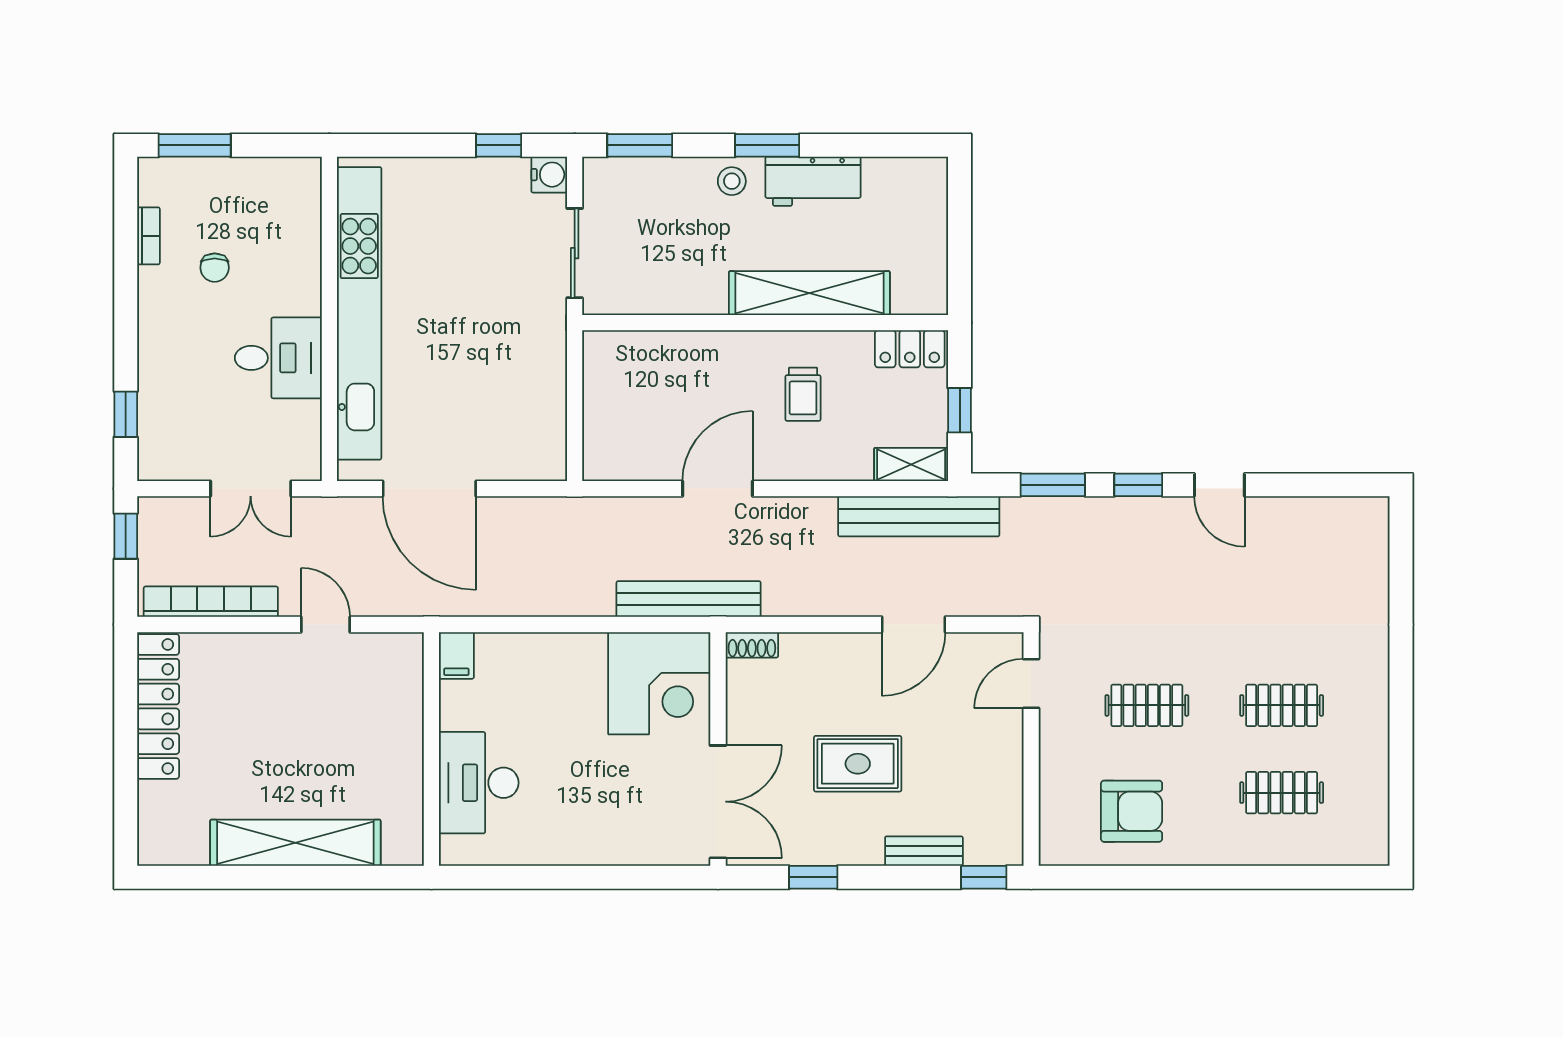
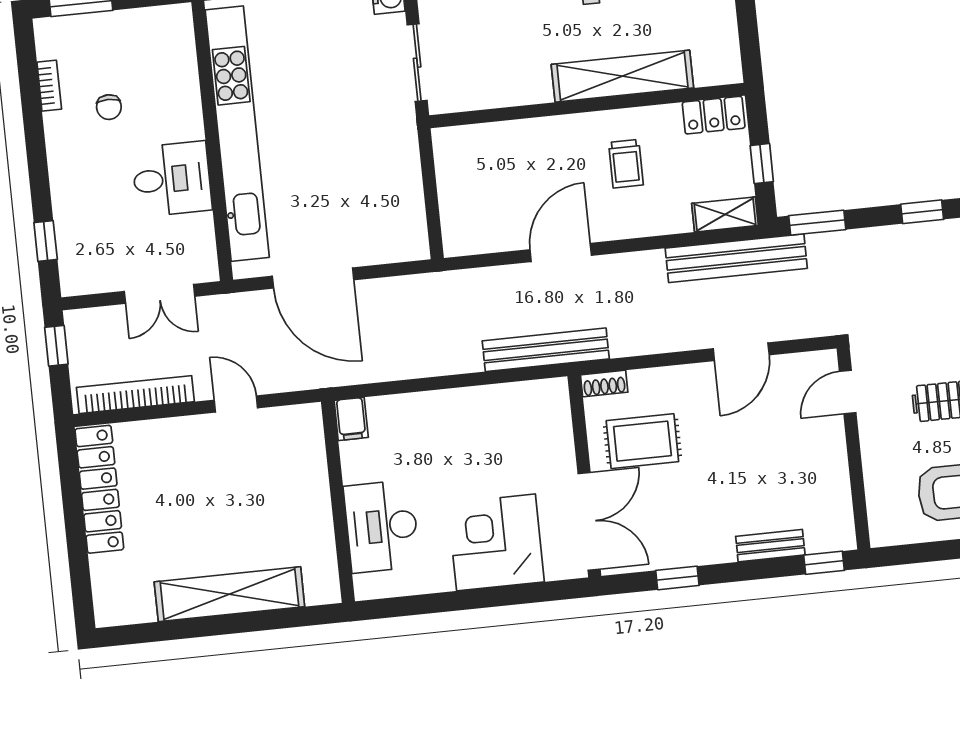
window: (1053, 485) -> (817, 223), moved
corner desk: (659, 683) -> (496, 542), moved, turned 180
rug: (858, 764) -> (642, 441), moved

